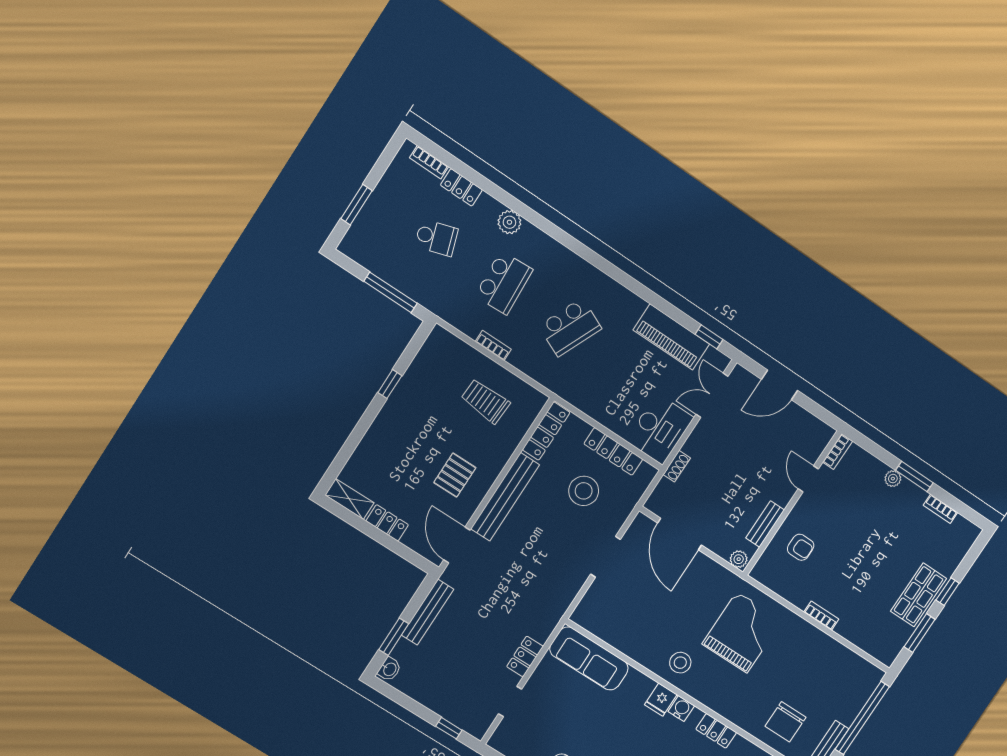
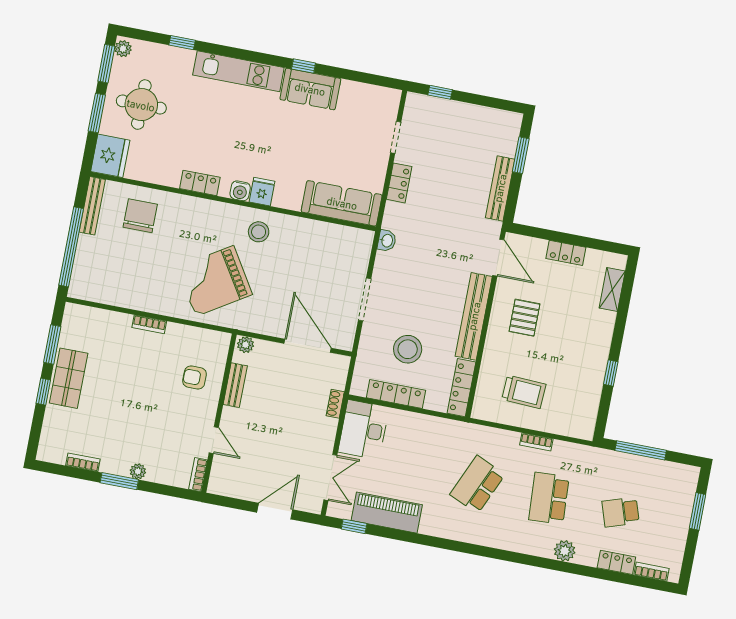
shelving: (349, 499) -> (612, 289), moved, turned 90
grand piano: (742, 632) -> (215, 281), turned 58
washbasin: (389, 669) -> (387, 241), moved, turned 180

